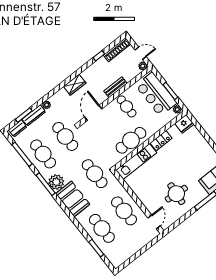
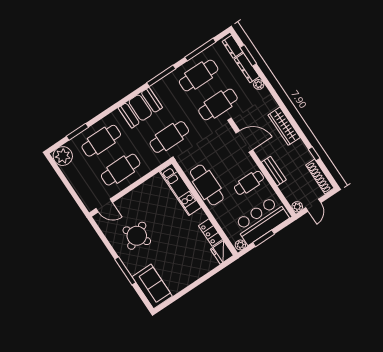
wardrobe: (75, 85) -> (284, 126), width x1.50
locker: (161, 141) -> (211, 233), moved
plant: (56, 182) -> (63, 156), moved
round table: (176, 194) -> (137, 236), turned -33

